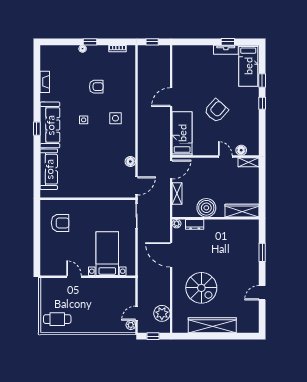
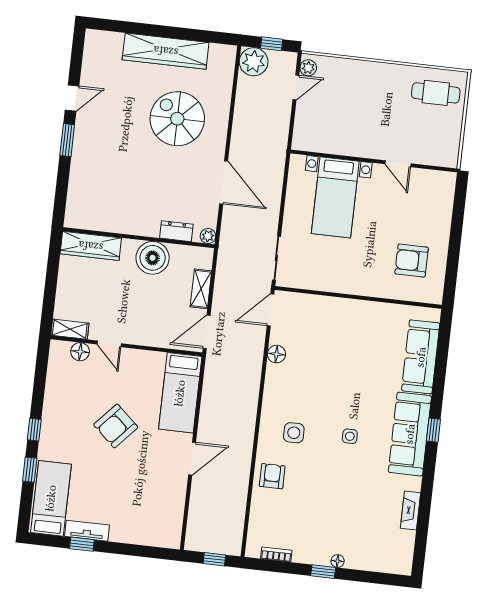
armchair: (96, 87) -> (272, 476), moved, turned 90
window: (262, 252) -> (67, 140), moved
plant: (162, 313) -> (254, 62), moved

